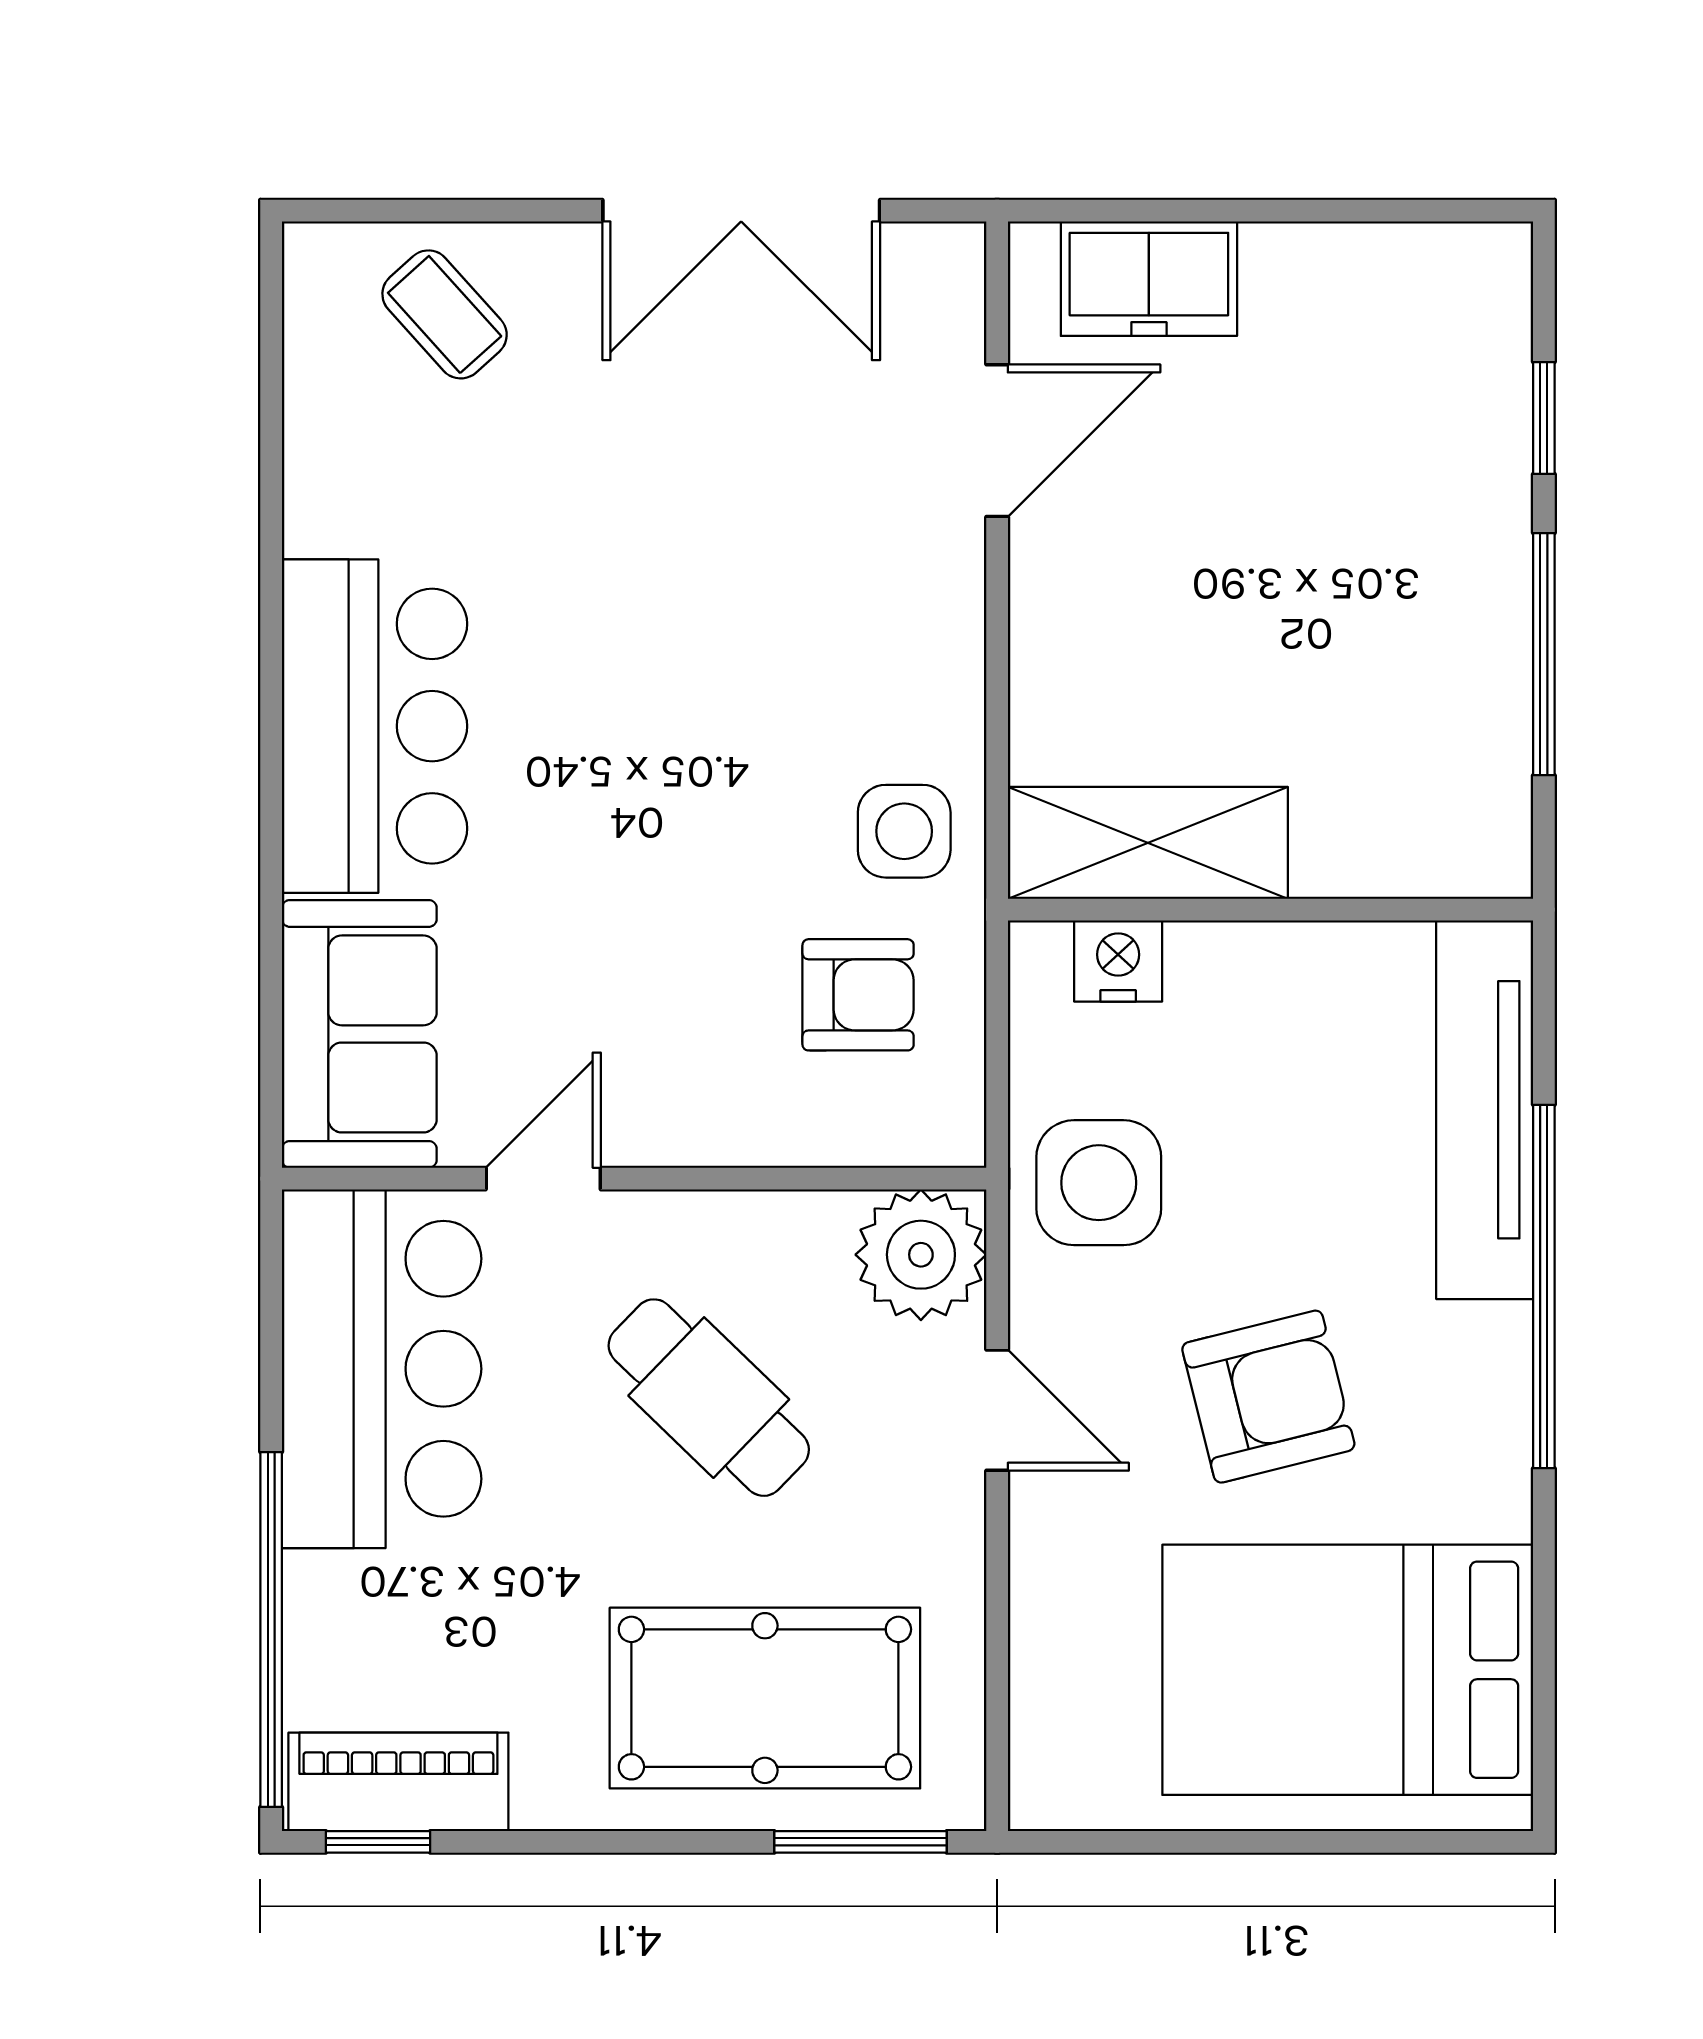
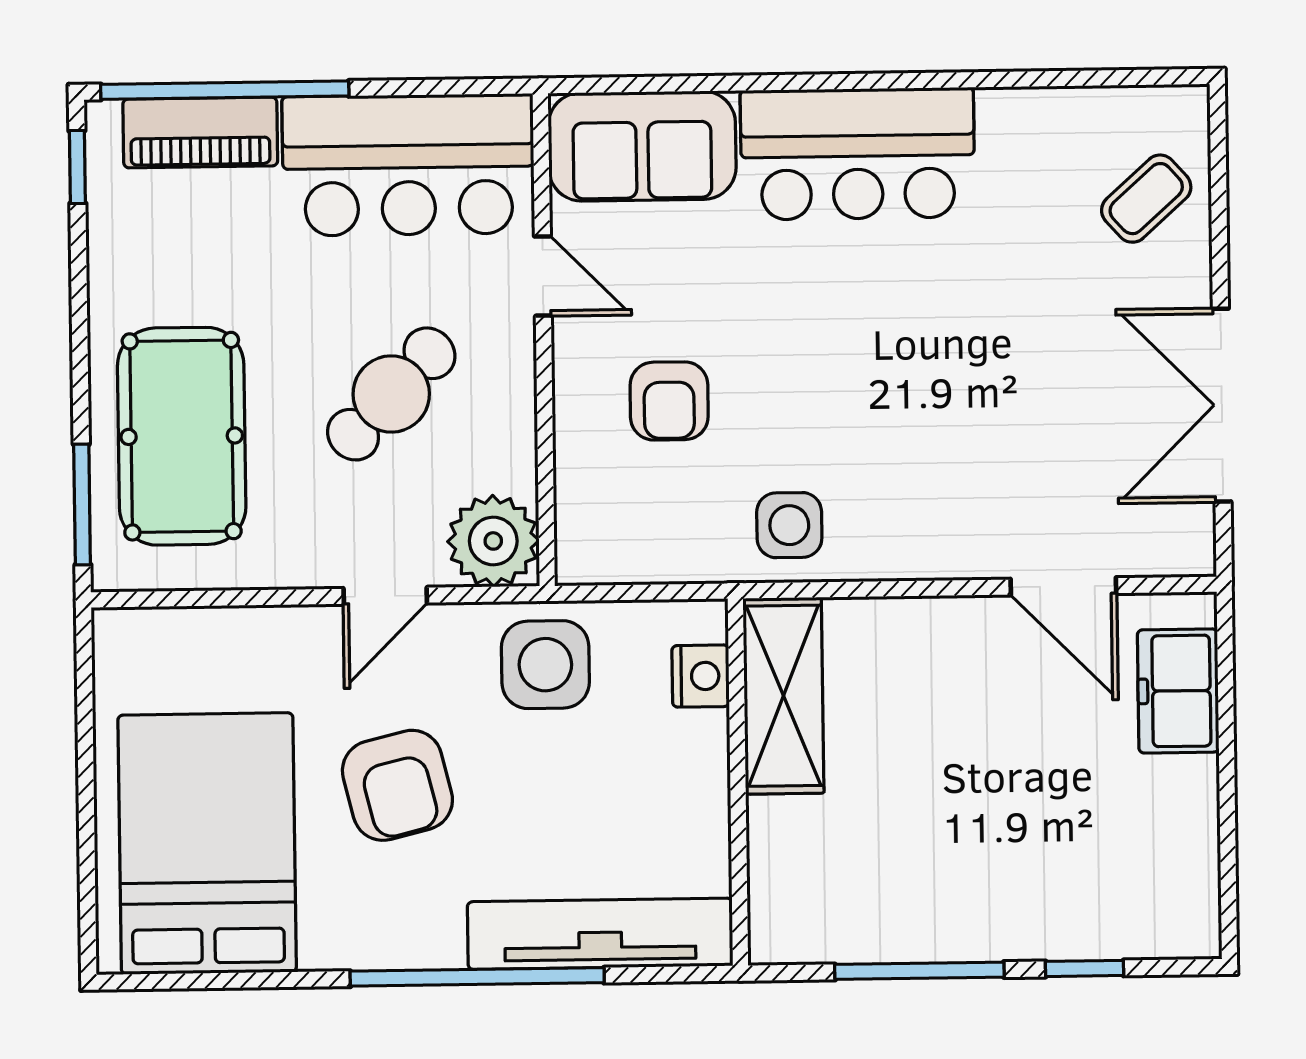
armchair: (858, 995) -> (669, 401), moved
piano: (398, 1782) -> (200, 132), moved, turned 90

